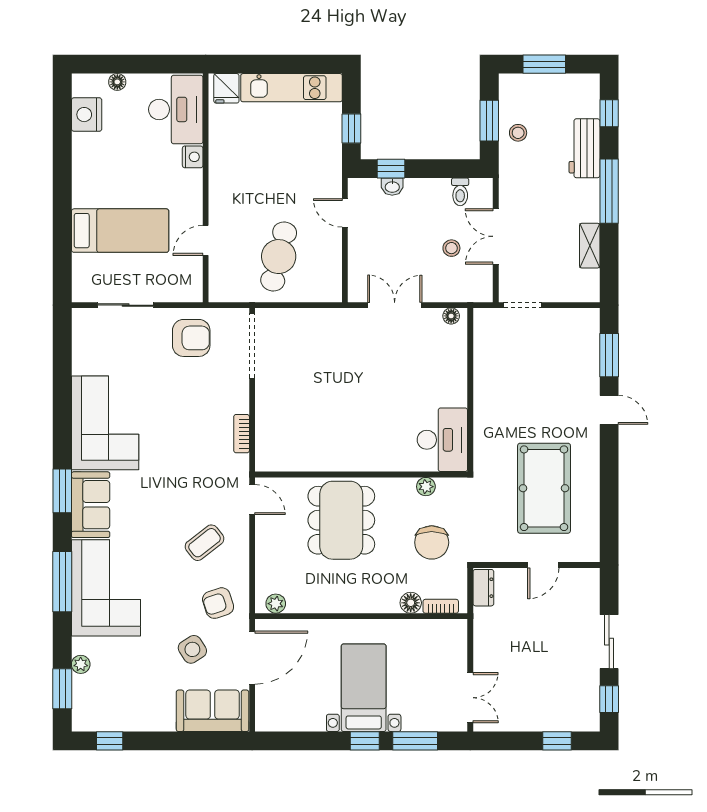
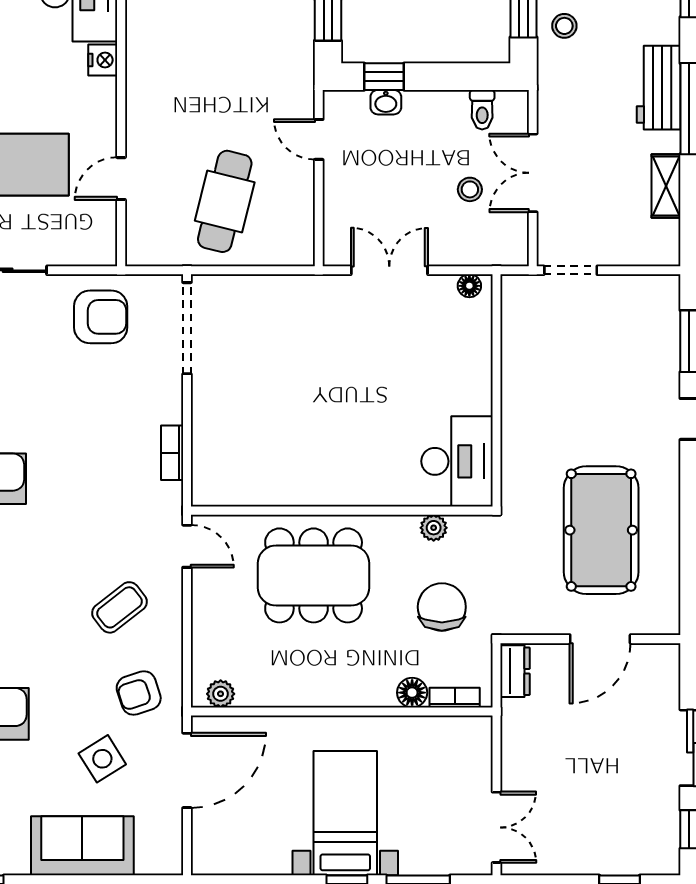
workbench: (584, 148) -> (659, 88), moved
dining table: (341, 520) -> (314, 575), turned 90
chair: (432, 542) -> (442, 607), turned 180
door: (543, 565) -> (600, 639), width x1.38
sofa: (213, 711) -> (82, 846), moved

